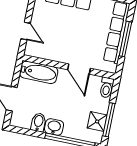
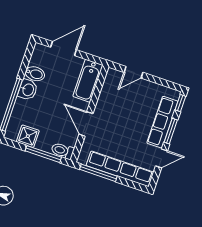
window: (125, 39) -> (98, 173), moved
door: (79, 69) -> (86, 124), hinge flipped
window: (109, 120) -> (43, 154), moved

